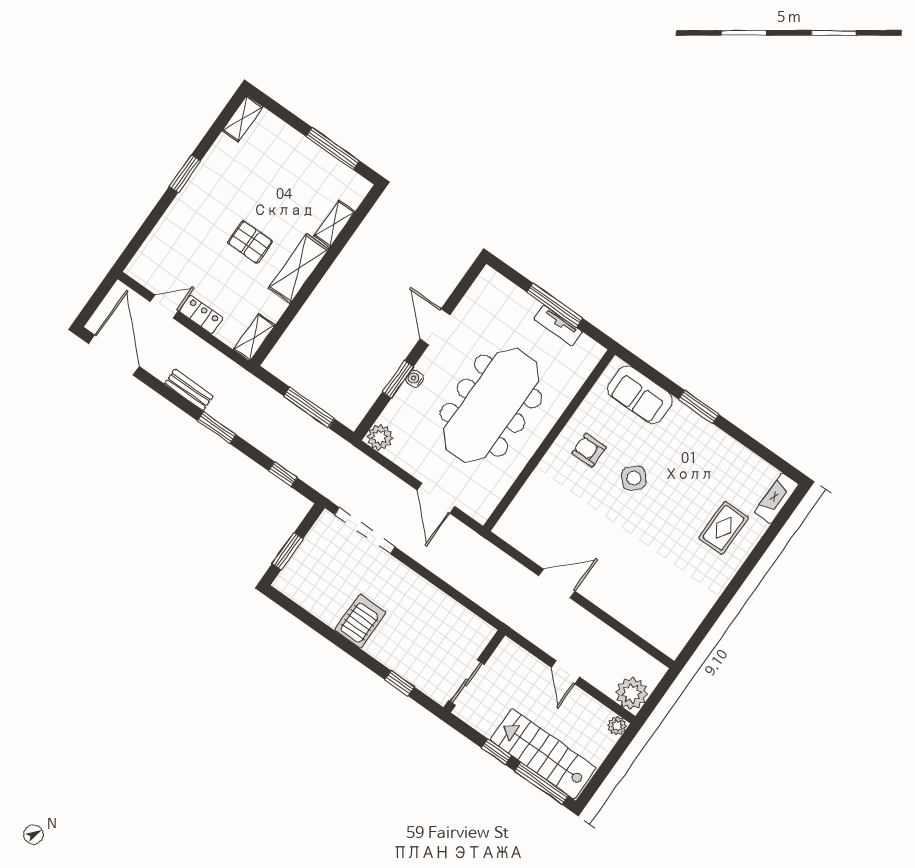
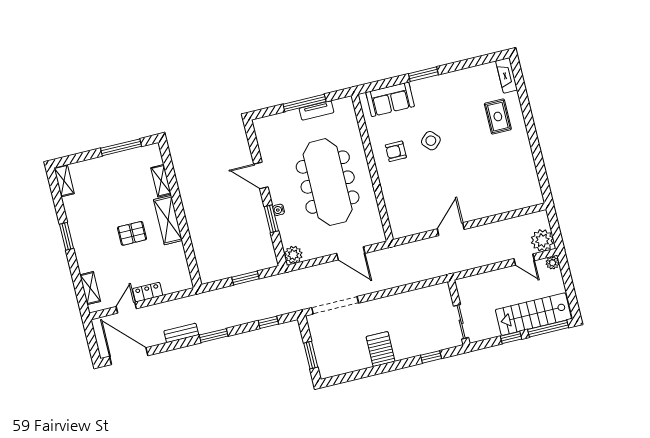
shelving: (254, 337) -> (90, 288), moved
window: (309, 407) -> (245, 278), width x0.69
door: (566, 672) -> (524, 260), moved

